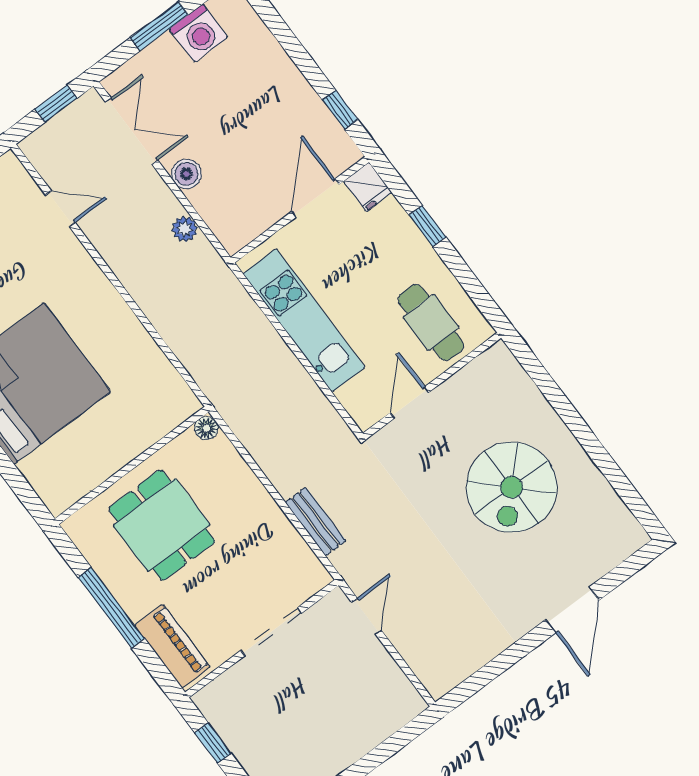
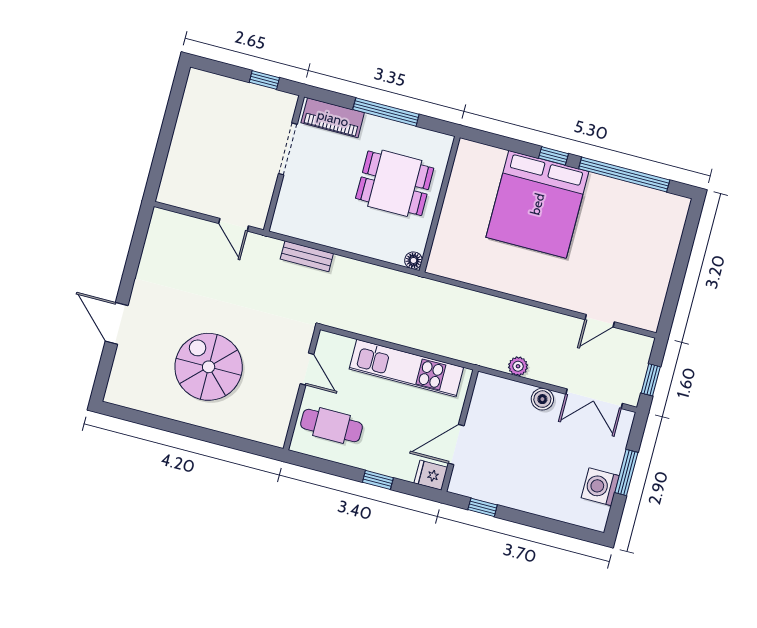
door: (315, 198) -> (456, 445), swing flipped
doorway: (271, 632) -> (288, 149), moved

